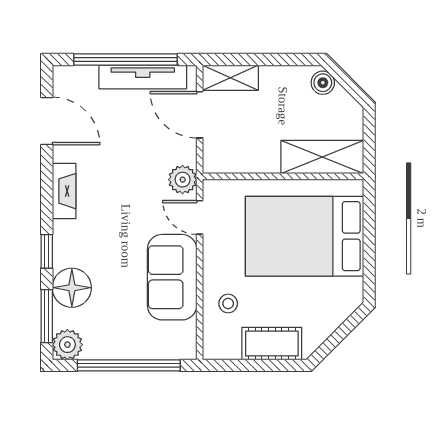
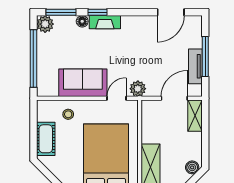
window: (125, 60) -> (205, 57), width x0.68
tv unit: (143, 77) -> (195, 66), width x0.71
fireplace: (64, 191) -> (105, 22), moved
floor lamp: (72, 288) -> (82, 21), width x0.53, depth x0.53

